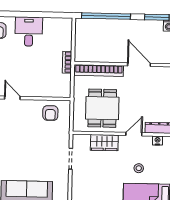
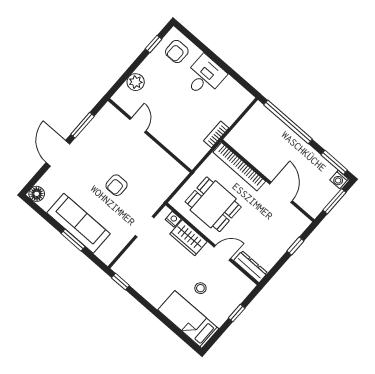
dining table: (102, 108) -> (213, 204), turned 90
armchair: (50, 113) -> (117, 185), moved
nightstand: (157, 141) -> (173, 219), moved

